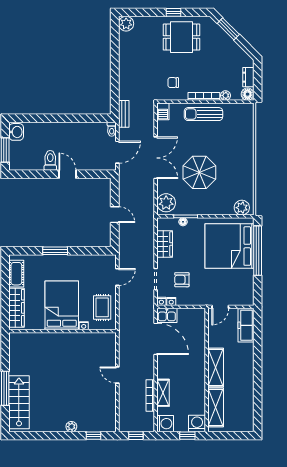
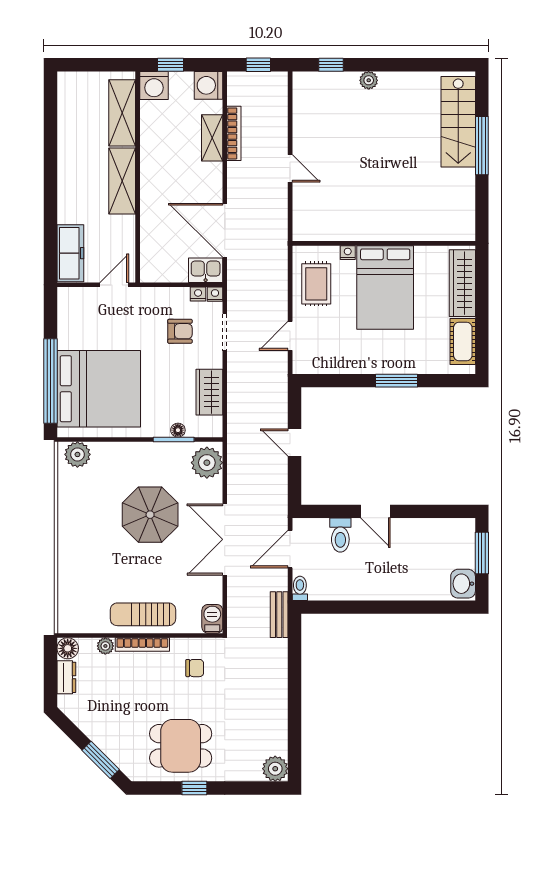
sun lounger: (203, 114) -> (143, 614), turned 180
toilet: (50, 160) -> (340, 535), moved

